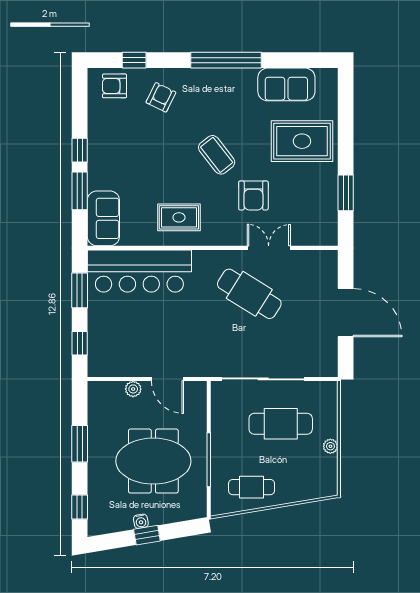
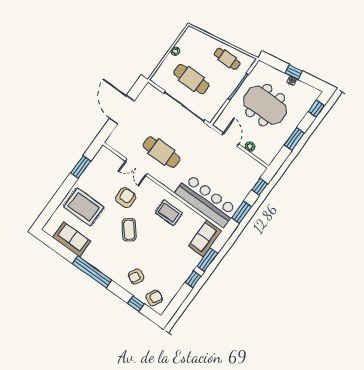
armchair: (114, 86) -> (154, 298), turned -64
cafe table: (249, 294) -> (162, 152), turned -32

